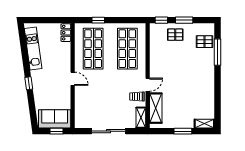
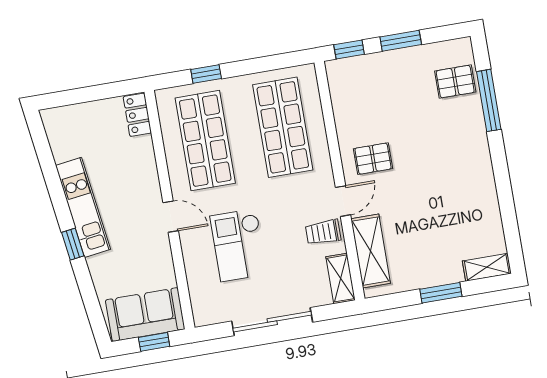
pallet: (175, 35) -> (373, 159), moved
kitchen unit: (33, 49) -> (83, 207), moved
checkout: (100, 96) -> (239, 245), added

